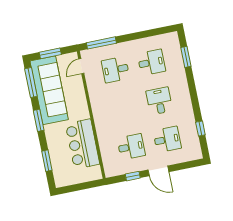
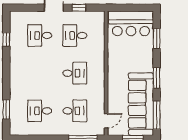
desk: (159, 101) -> (75, 73), moved, turned -90
bar counter: (83, 144) -> (131, 23), moved, turned 90

